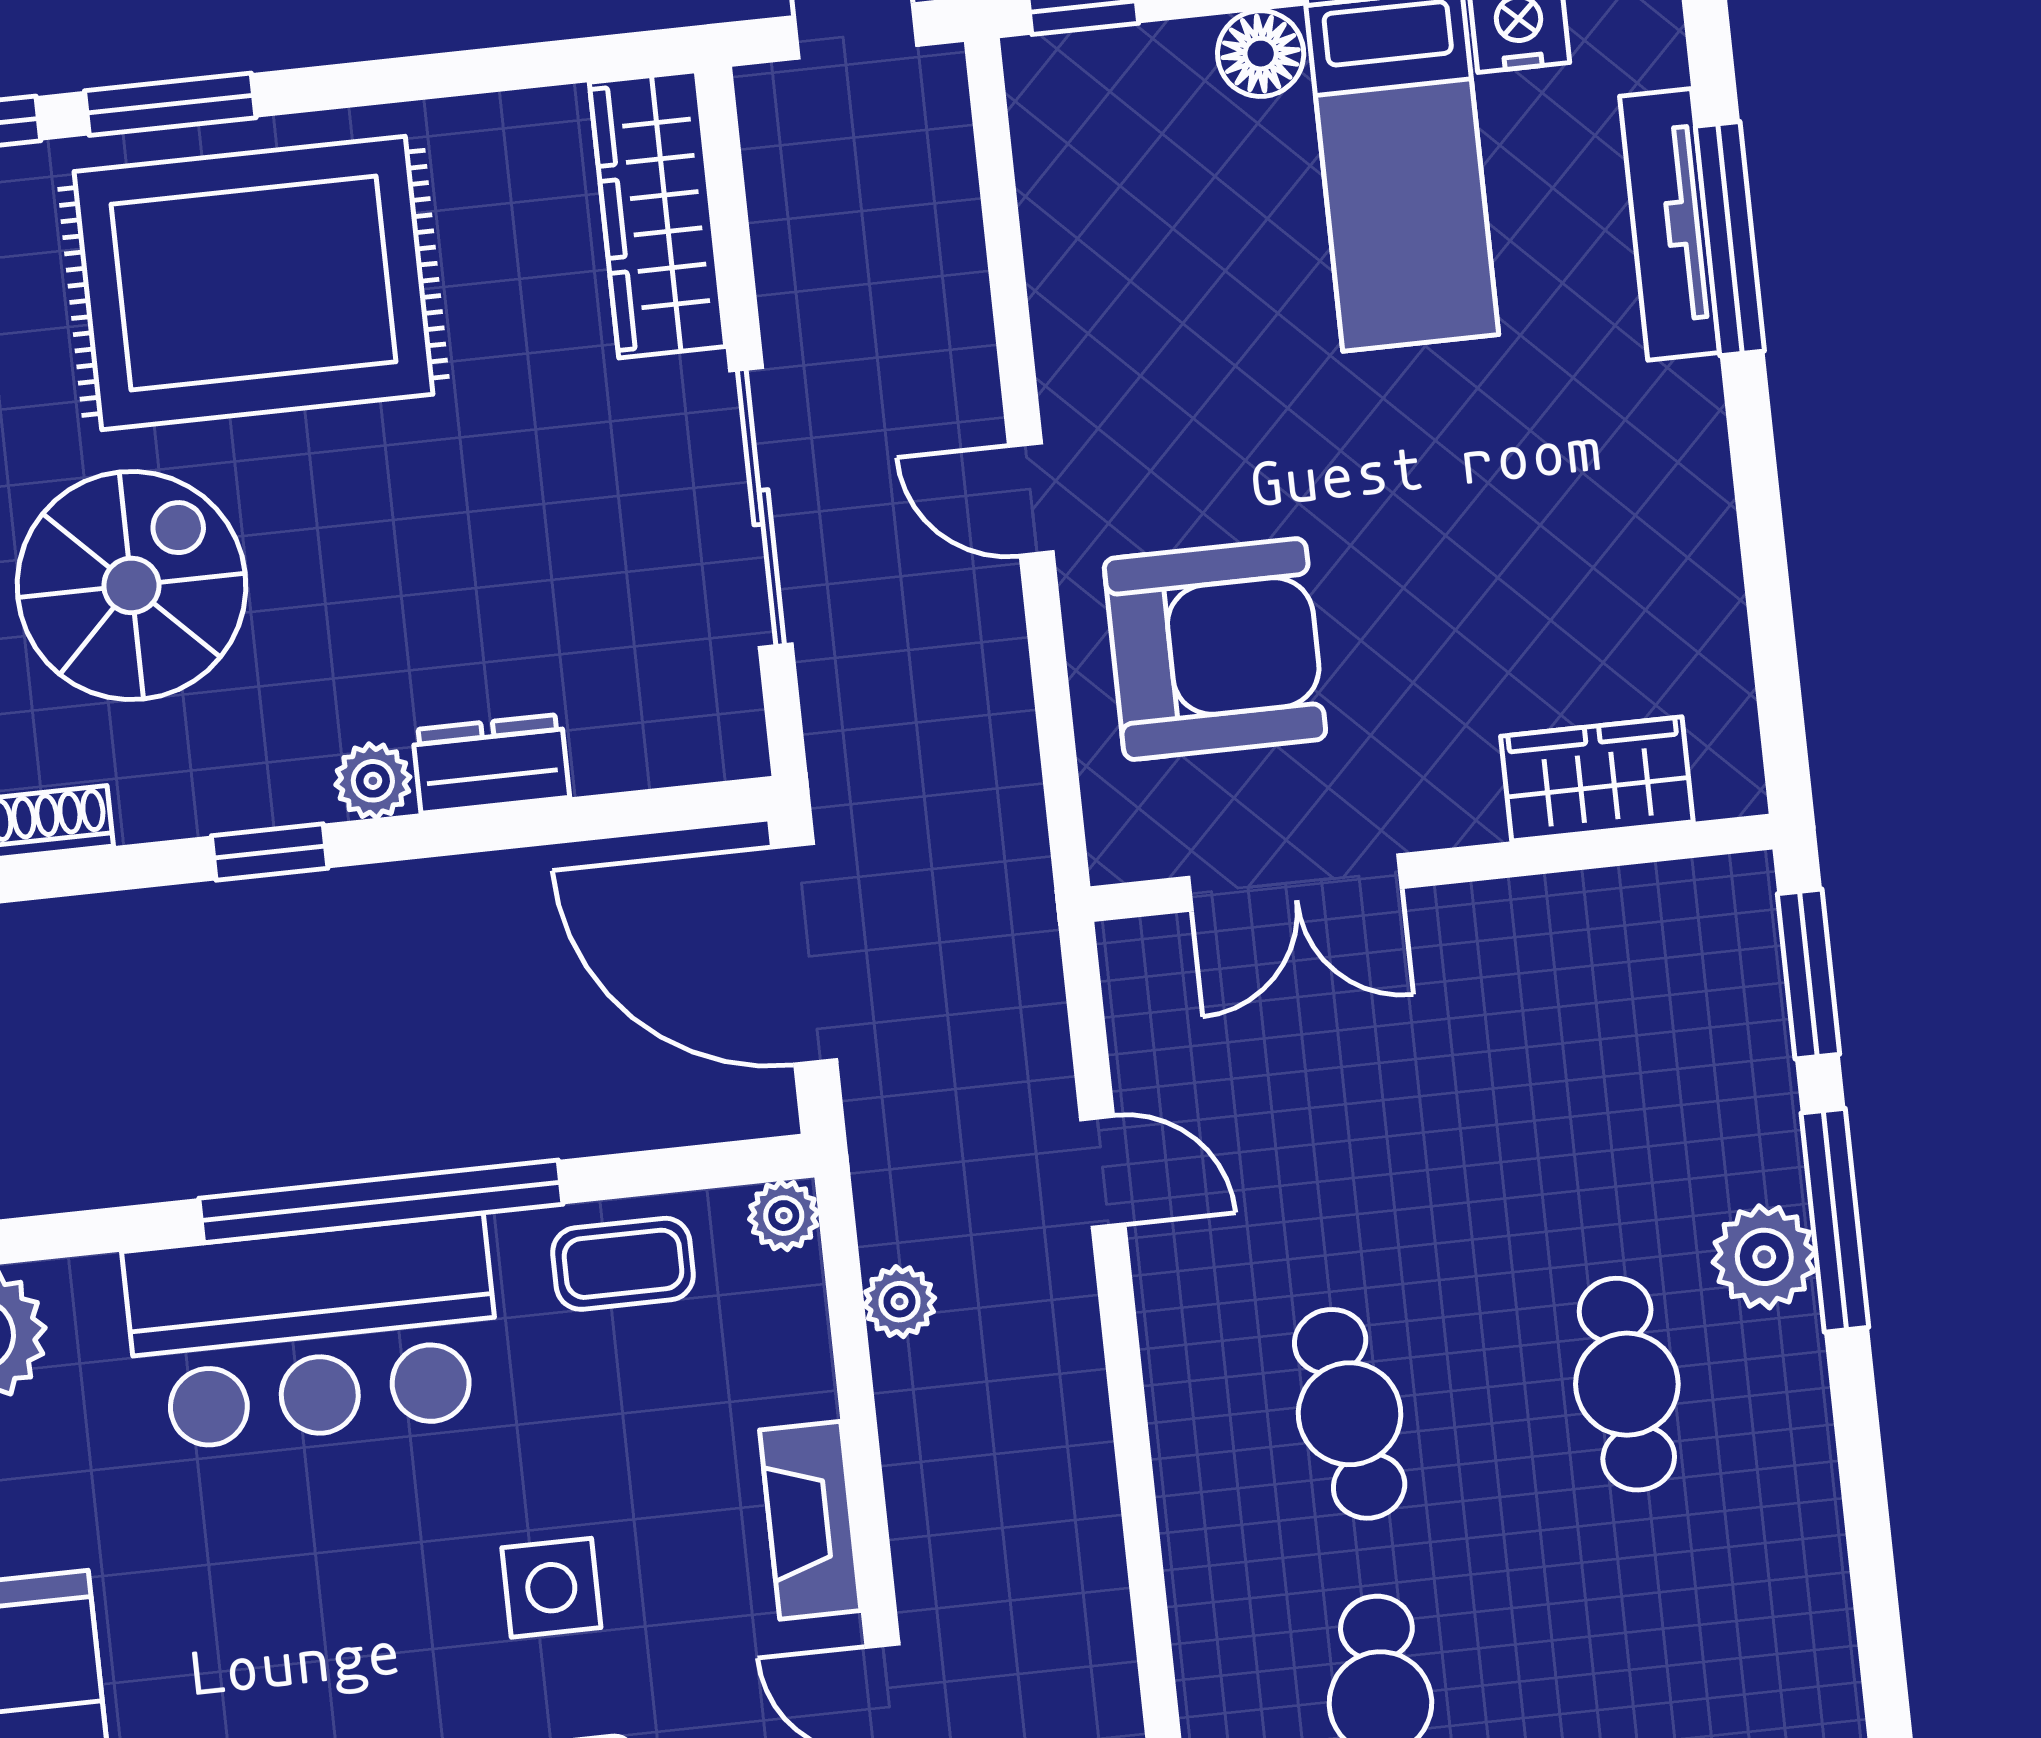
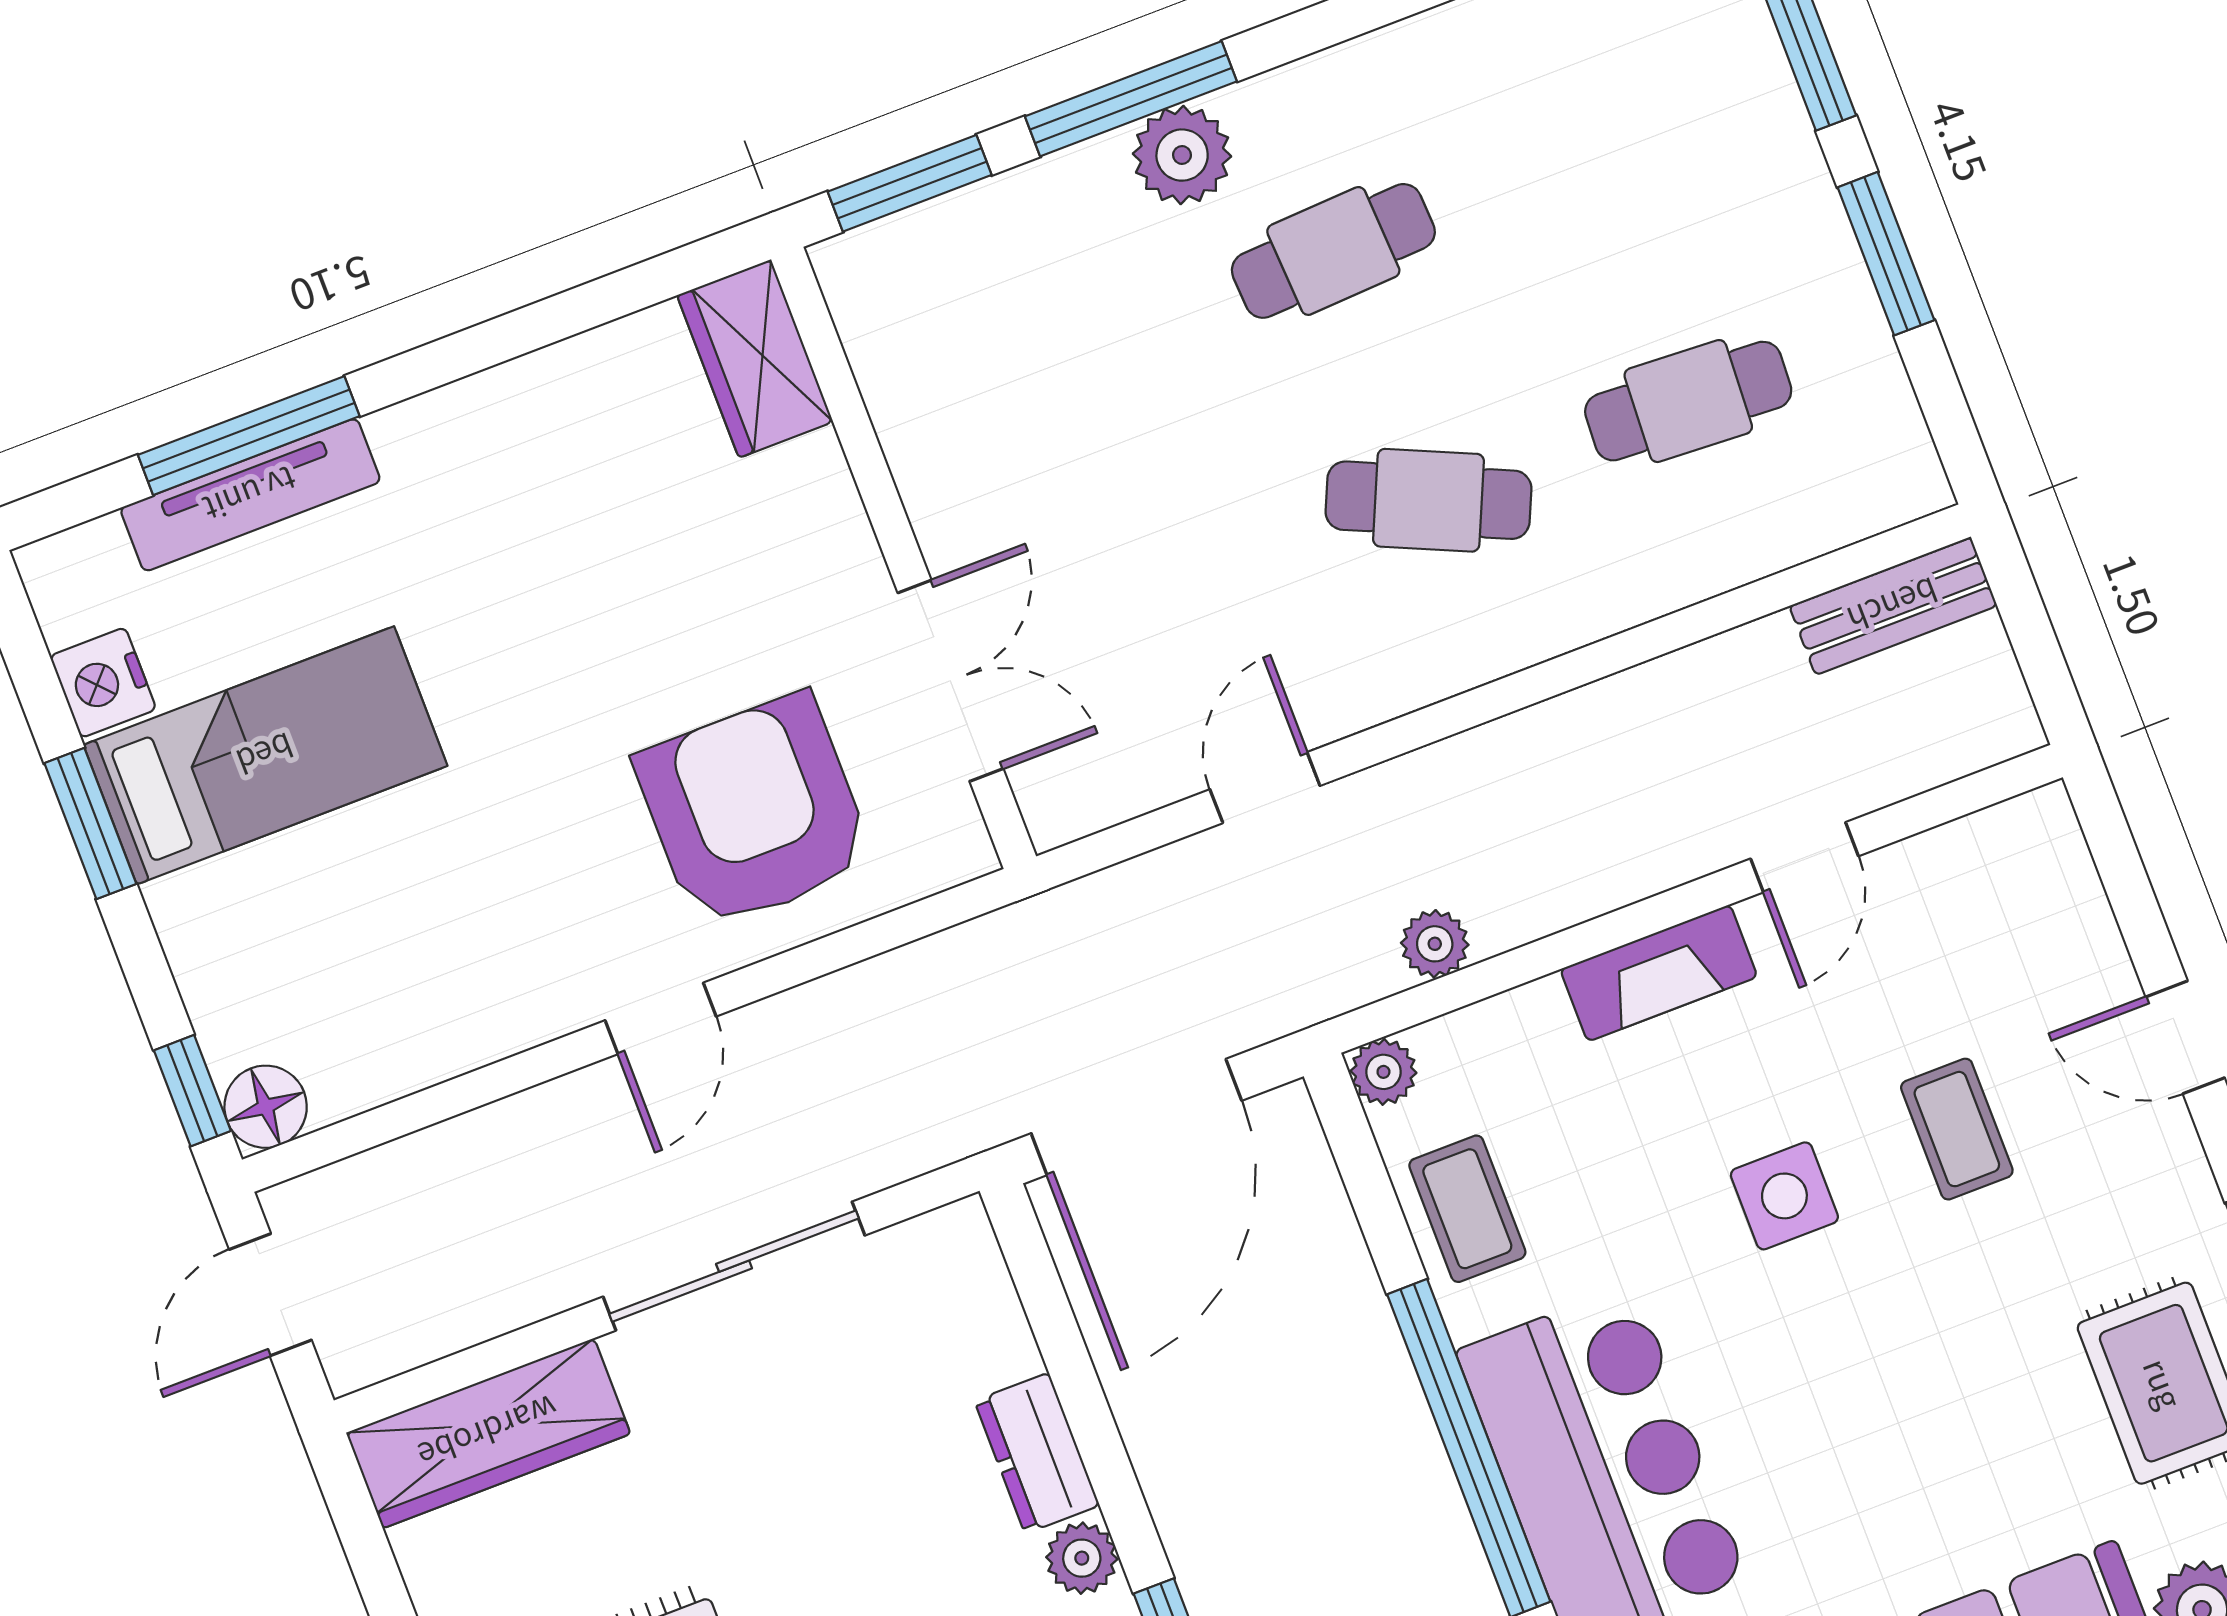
floor lamp: (1261, 54) -> (266, 1107), moved
wardrobe: (1597, 779) -> (755, 359), moved
cafe table: (1350, 1414) -> (1429, 500), turned 33

